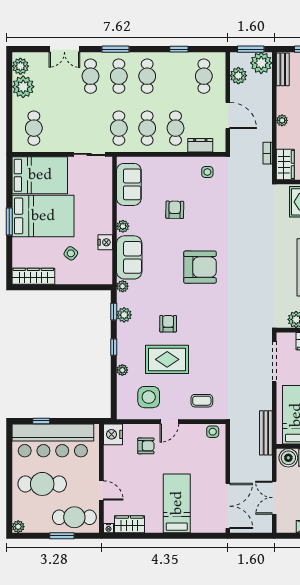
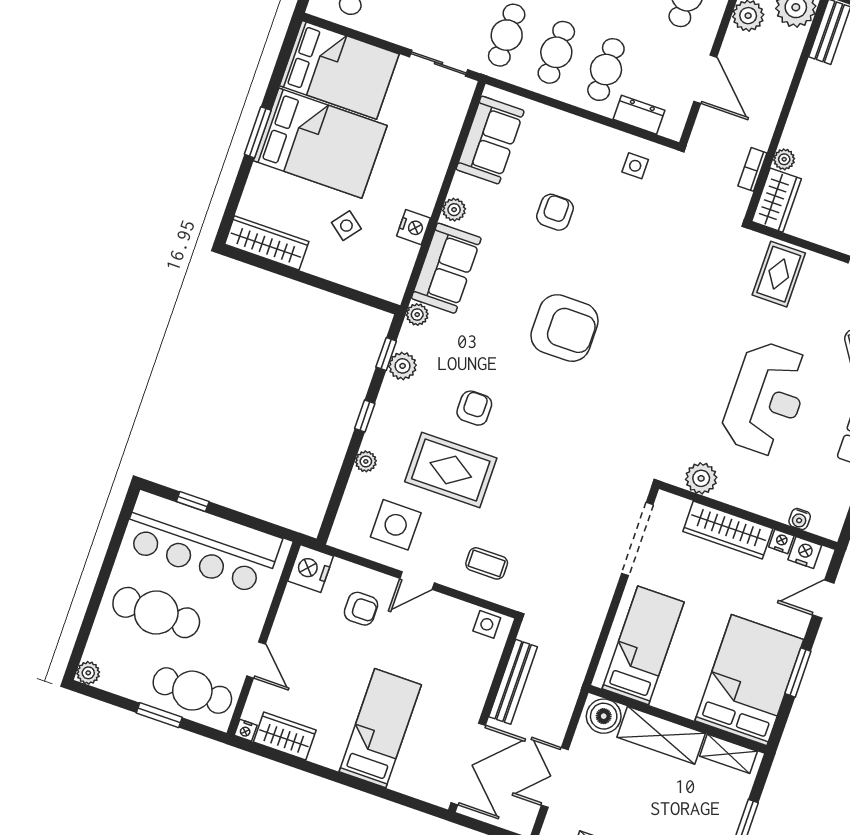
plant: (282, 120) -> (784, 159), moved
bench: (266, 433) -> (513, 682), moved

